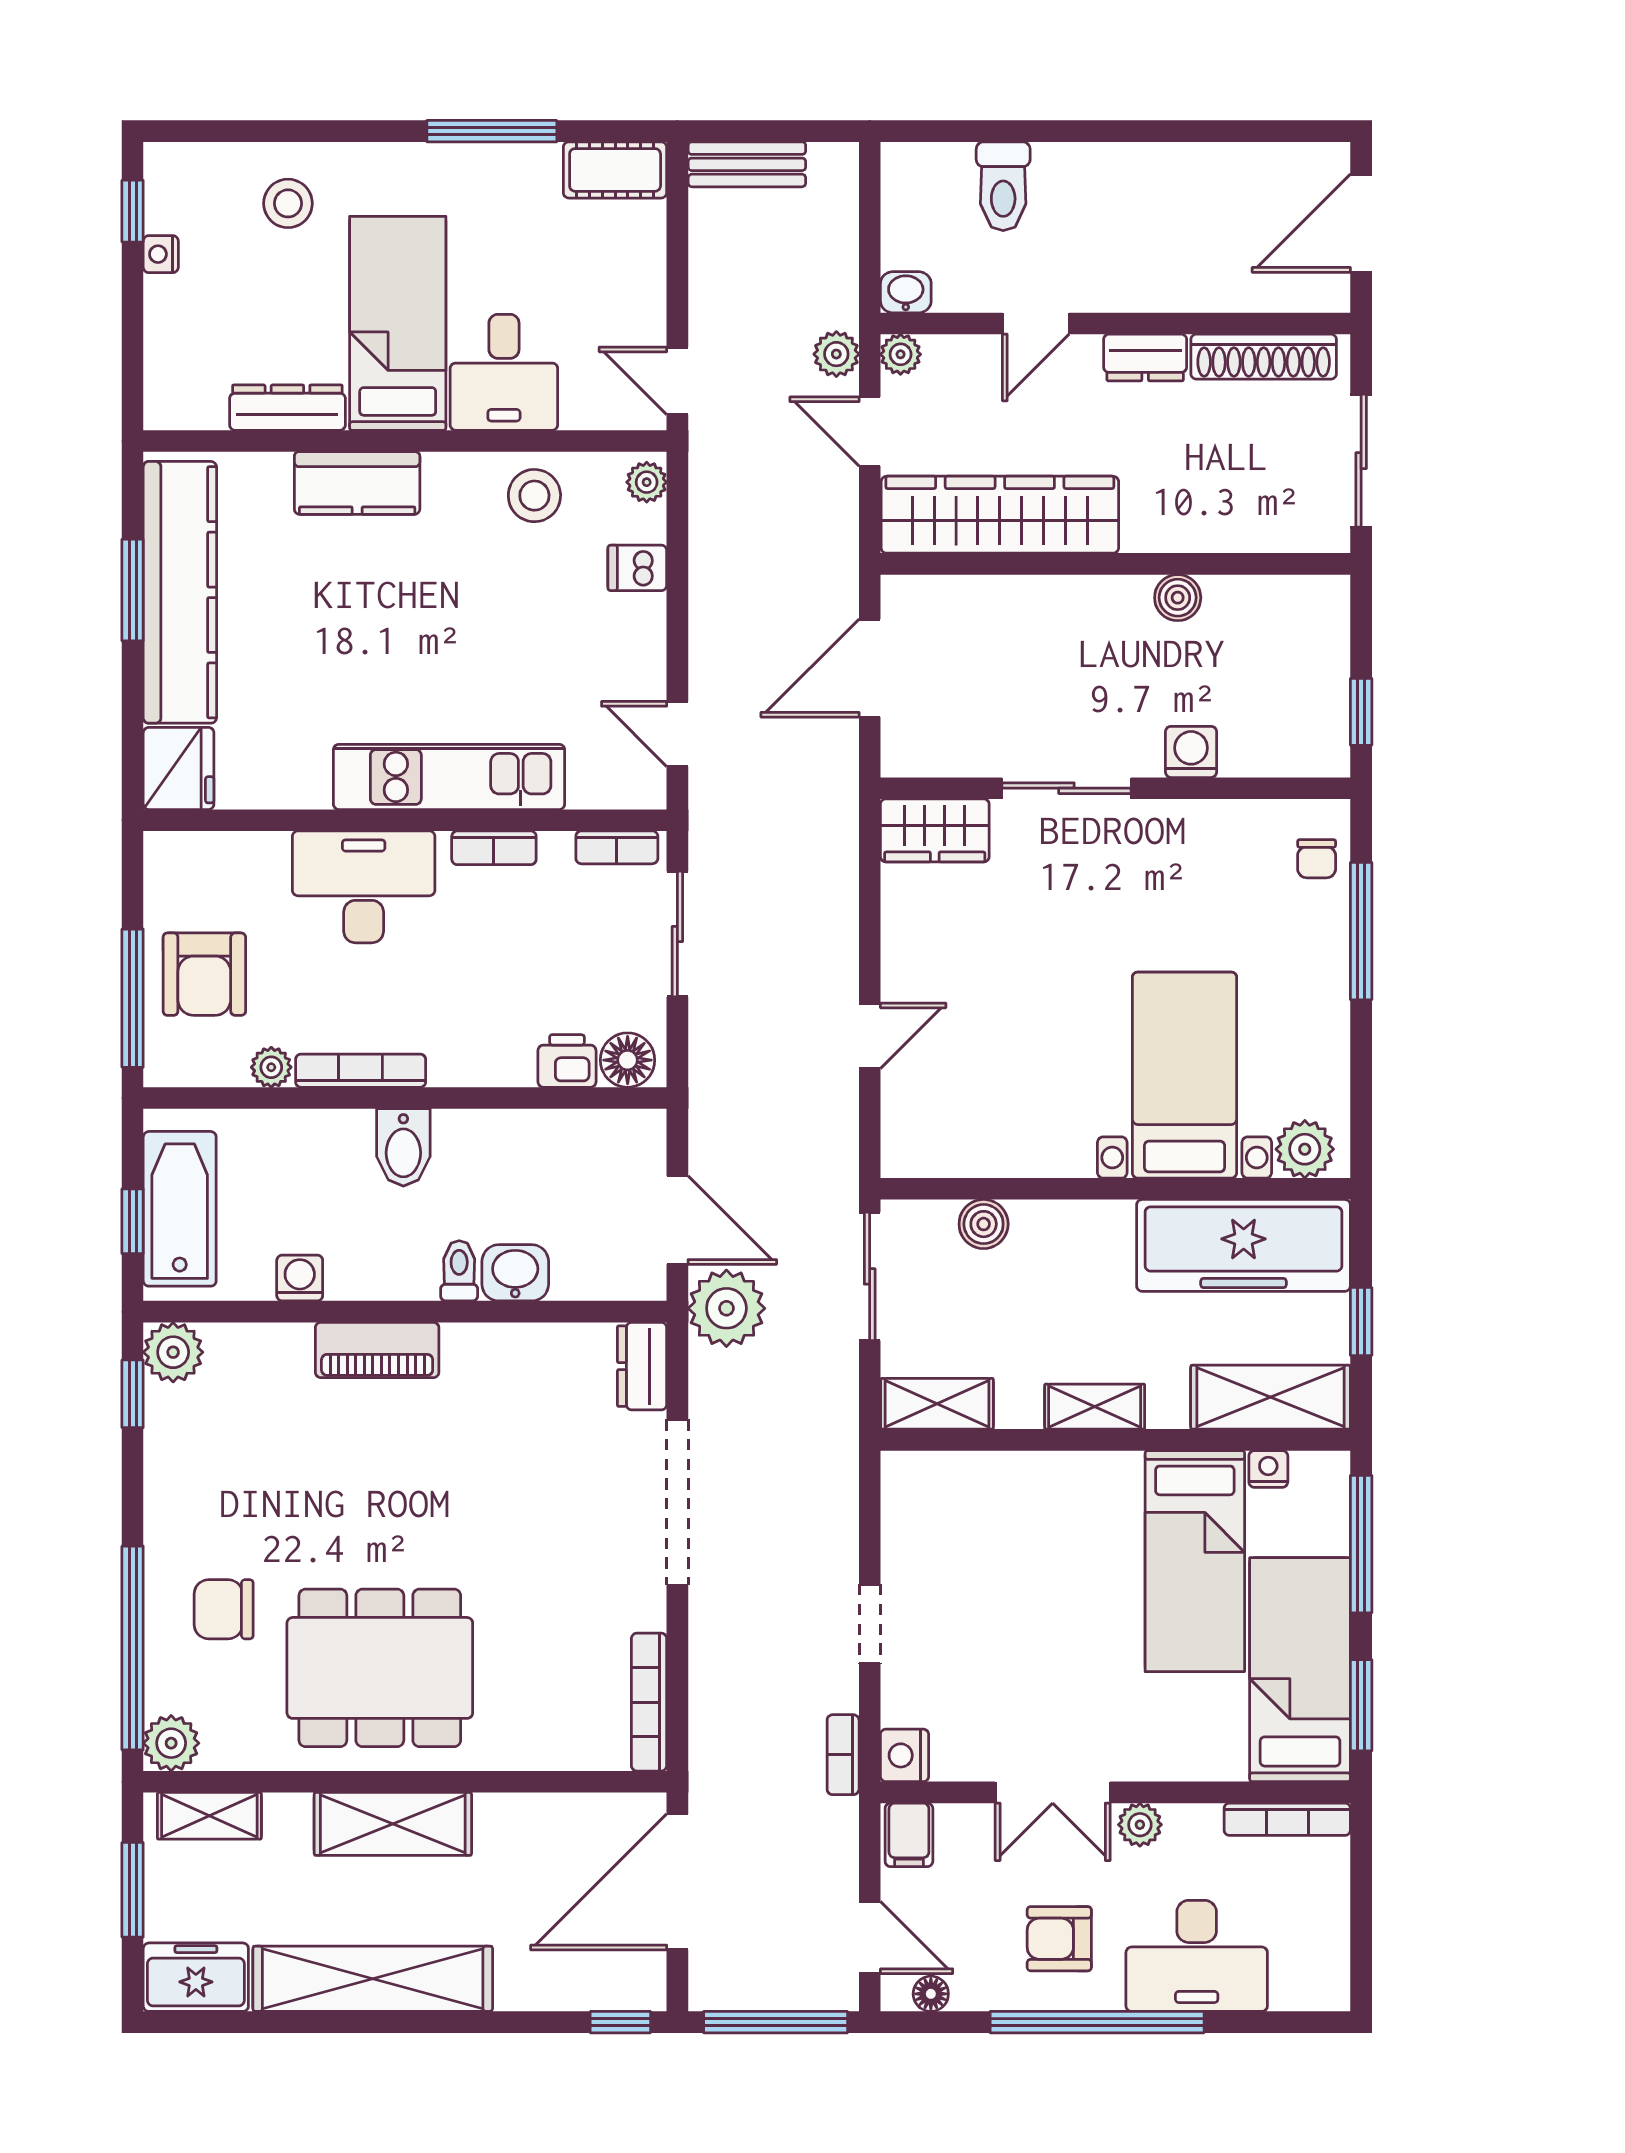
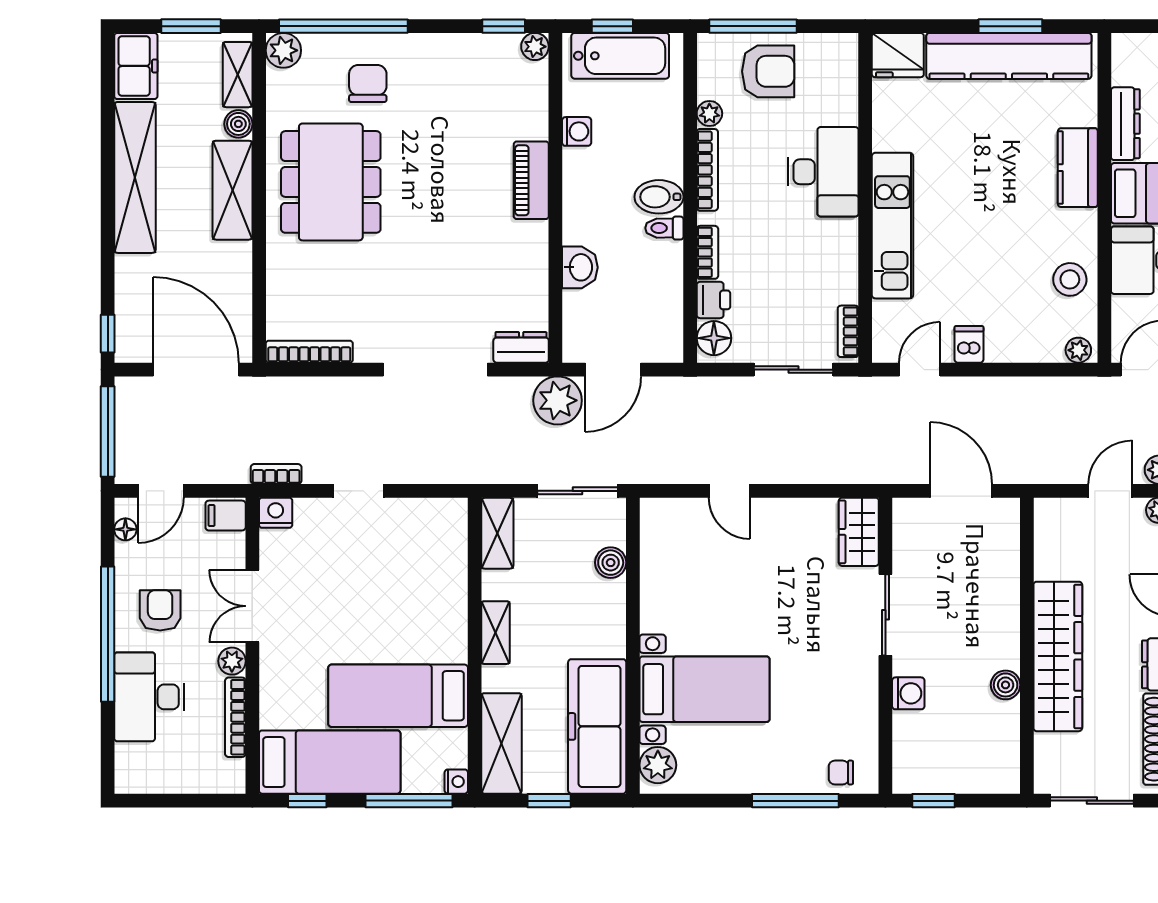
wardrobe: (1000, 515) -> (1058, 656), moved
dishwasher: (637, 568) -> (969, 344), moved
bookcase: (494, 848) -> (707, 252), moved, turned 180
armchair: (204, 974) -> (768, 71), turned 180
toilet: (459, 1271) -> (664, 228), moved, turned 180
plant: (173, 1352) -> (535, 47), width x0.73, depth x0.73
nightstand: (1268, 1469) -> (456, 782), moved
window: (1361, 1705) -> (307, 801), width x0.67
boiler: (288, 1815) -> (238, 124), added
bookcase: (1287, 1819) -> (235, 717), moved

